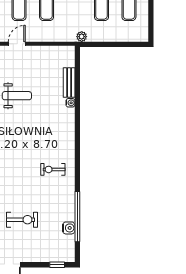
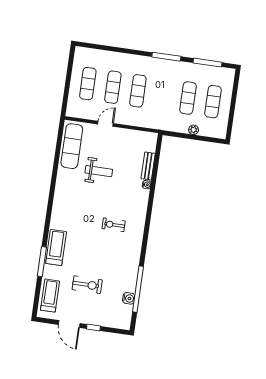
plant: (82, 37) -> (194, 130), moved
exercise bike: (53, 169) -> (114, 225), moved
window: (57, 265) -> (93, 327), moved

